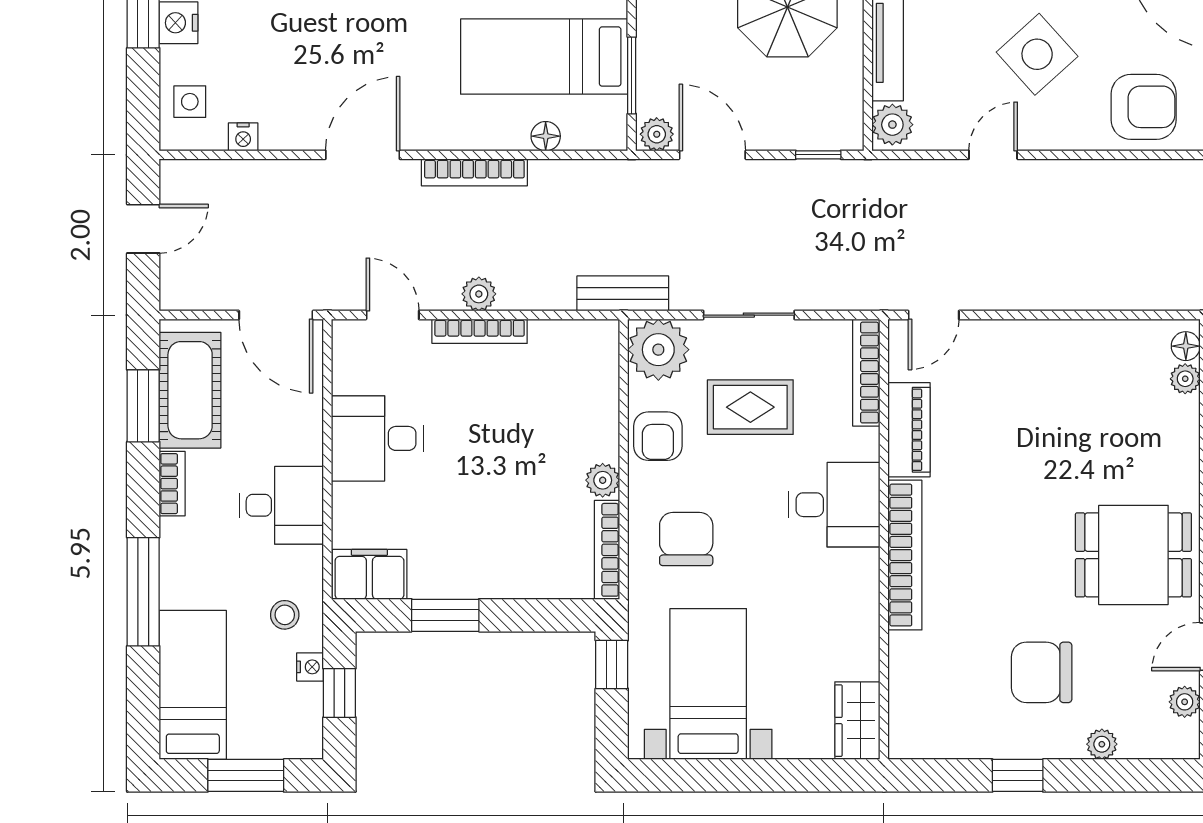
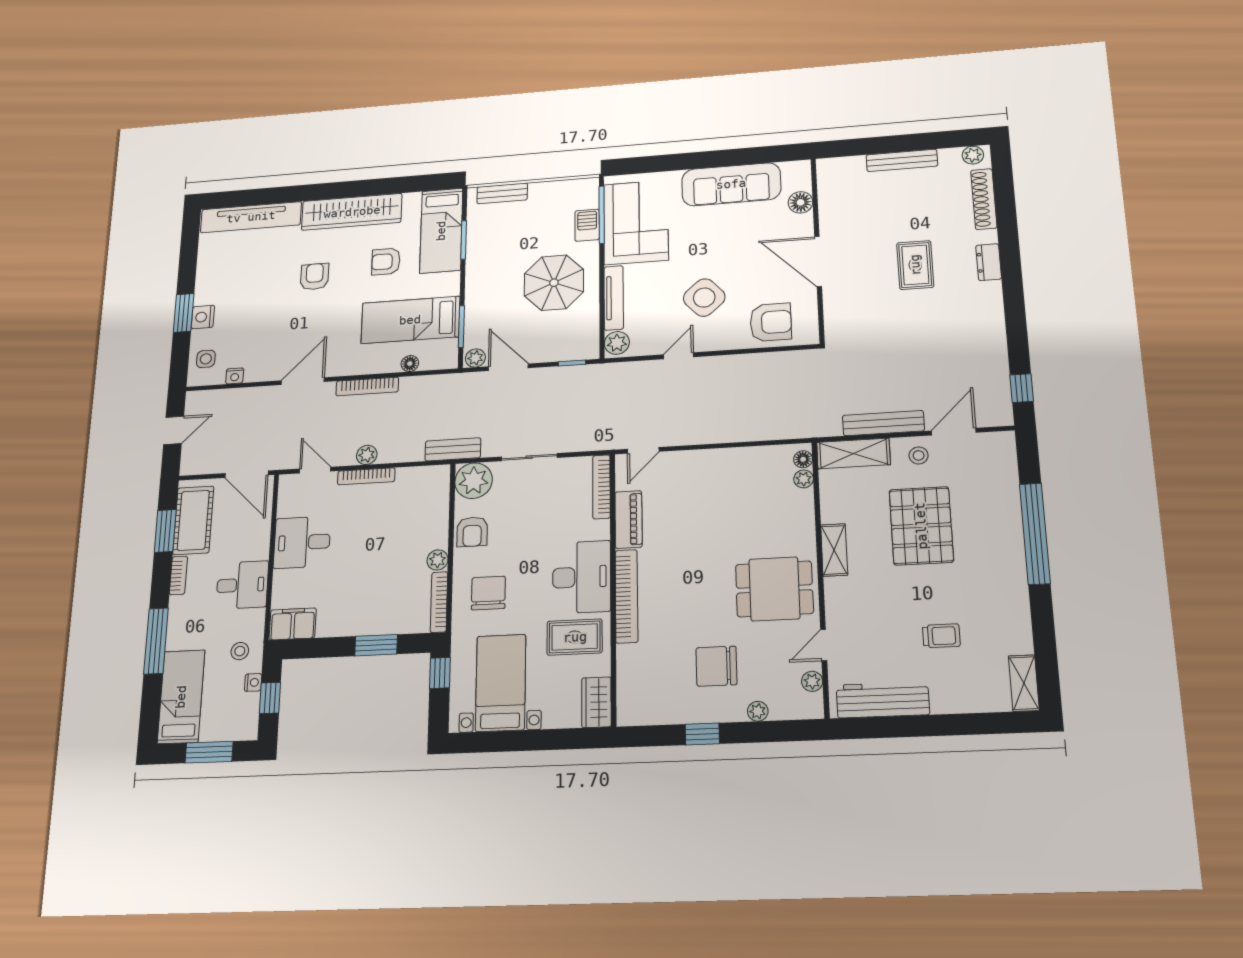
rug: (750, 407) -> (575, 637), moved
desk: (834, 505) -> (582, 577), width x1.37
window: (445, 615) -> (376, 645), moved

